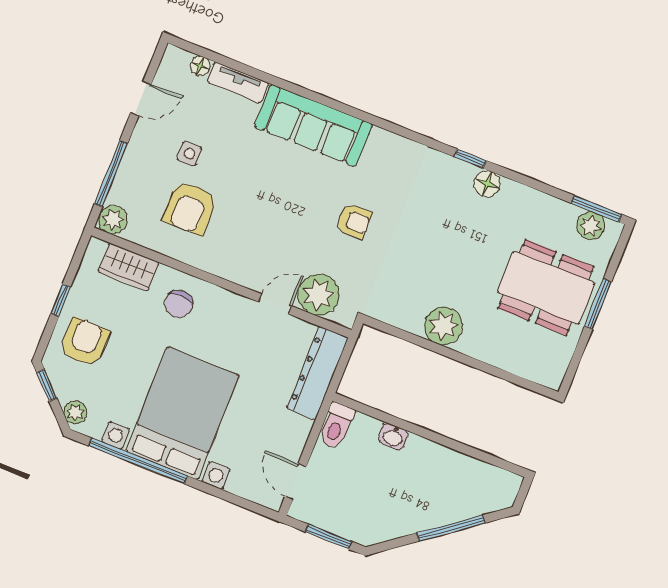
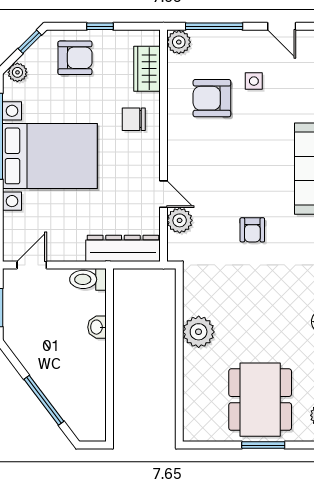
plant: (319, 295) -> (180, 220), width x0.73, depth x0.73

